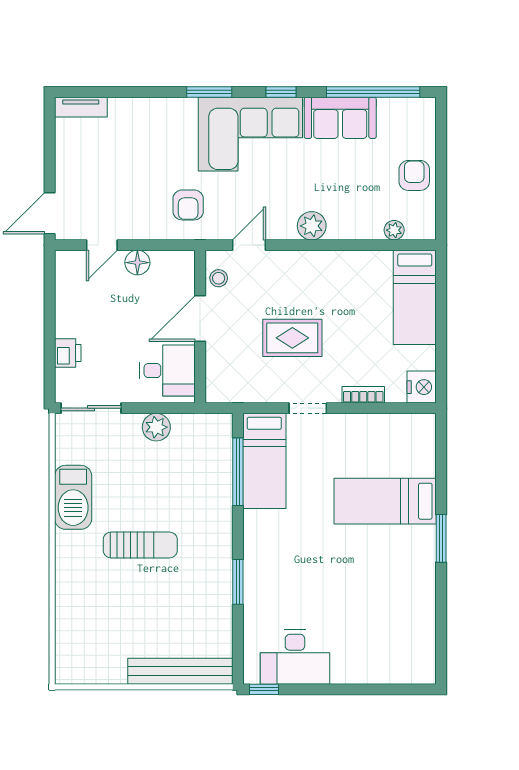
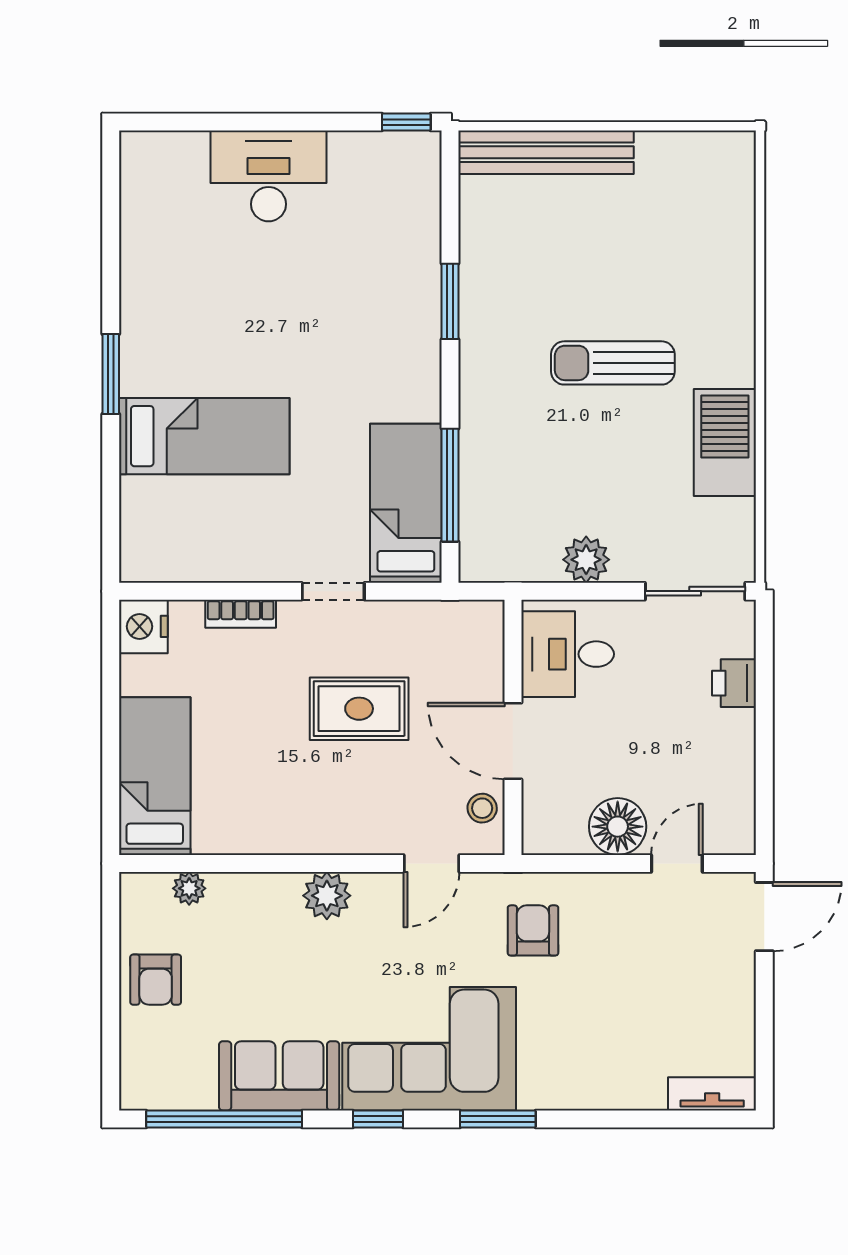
floor lamp: (137, 263) -> (618, 827), width x1.38, depth x1.38
door: (200, 318) -> (513, 741), swing flipped
desk: (295, 657) -> (269, 176), moved

